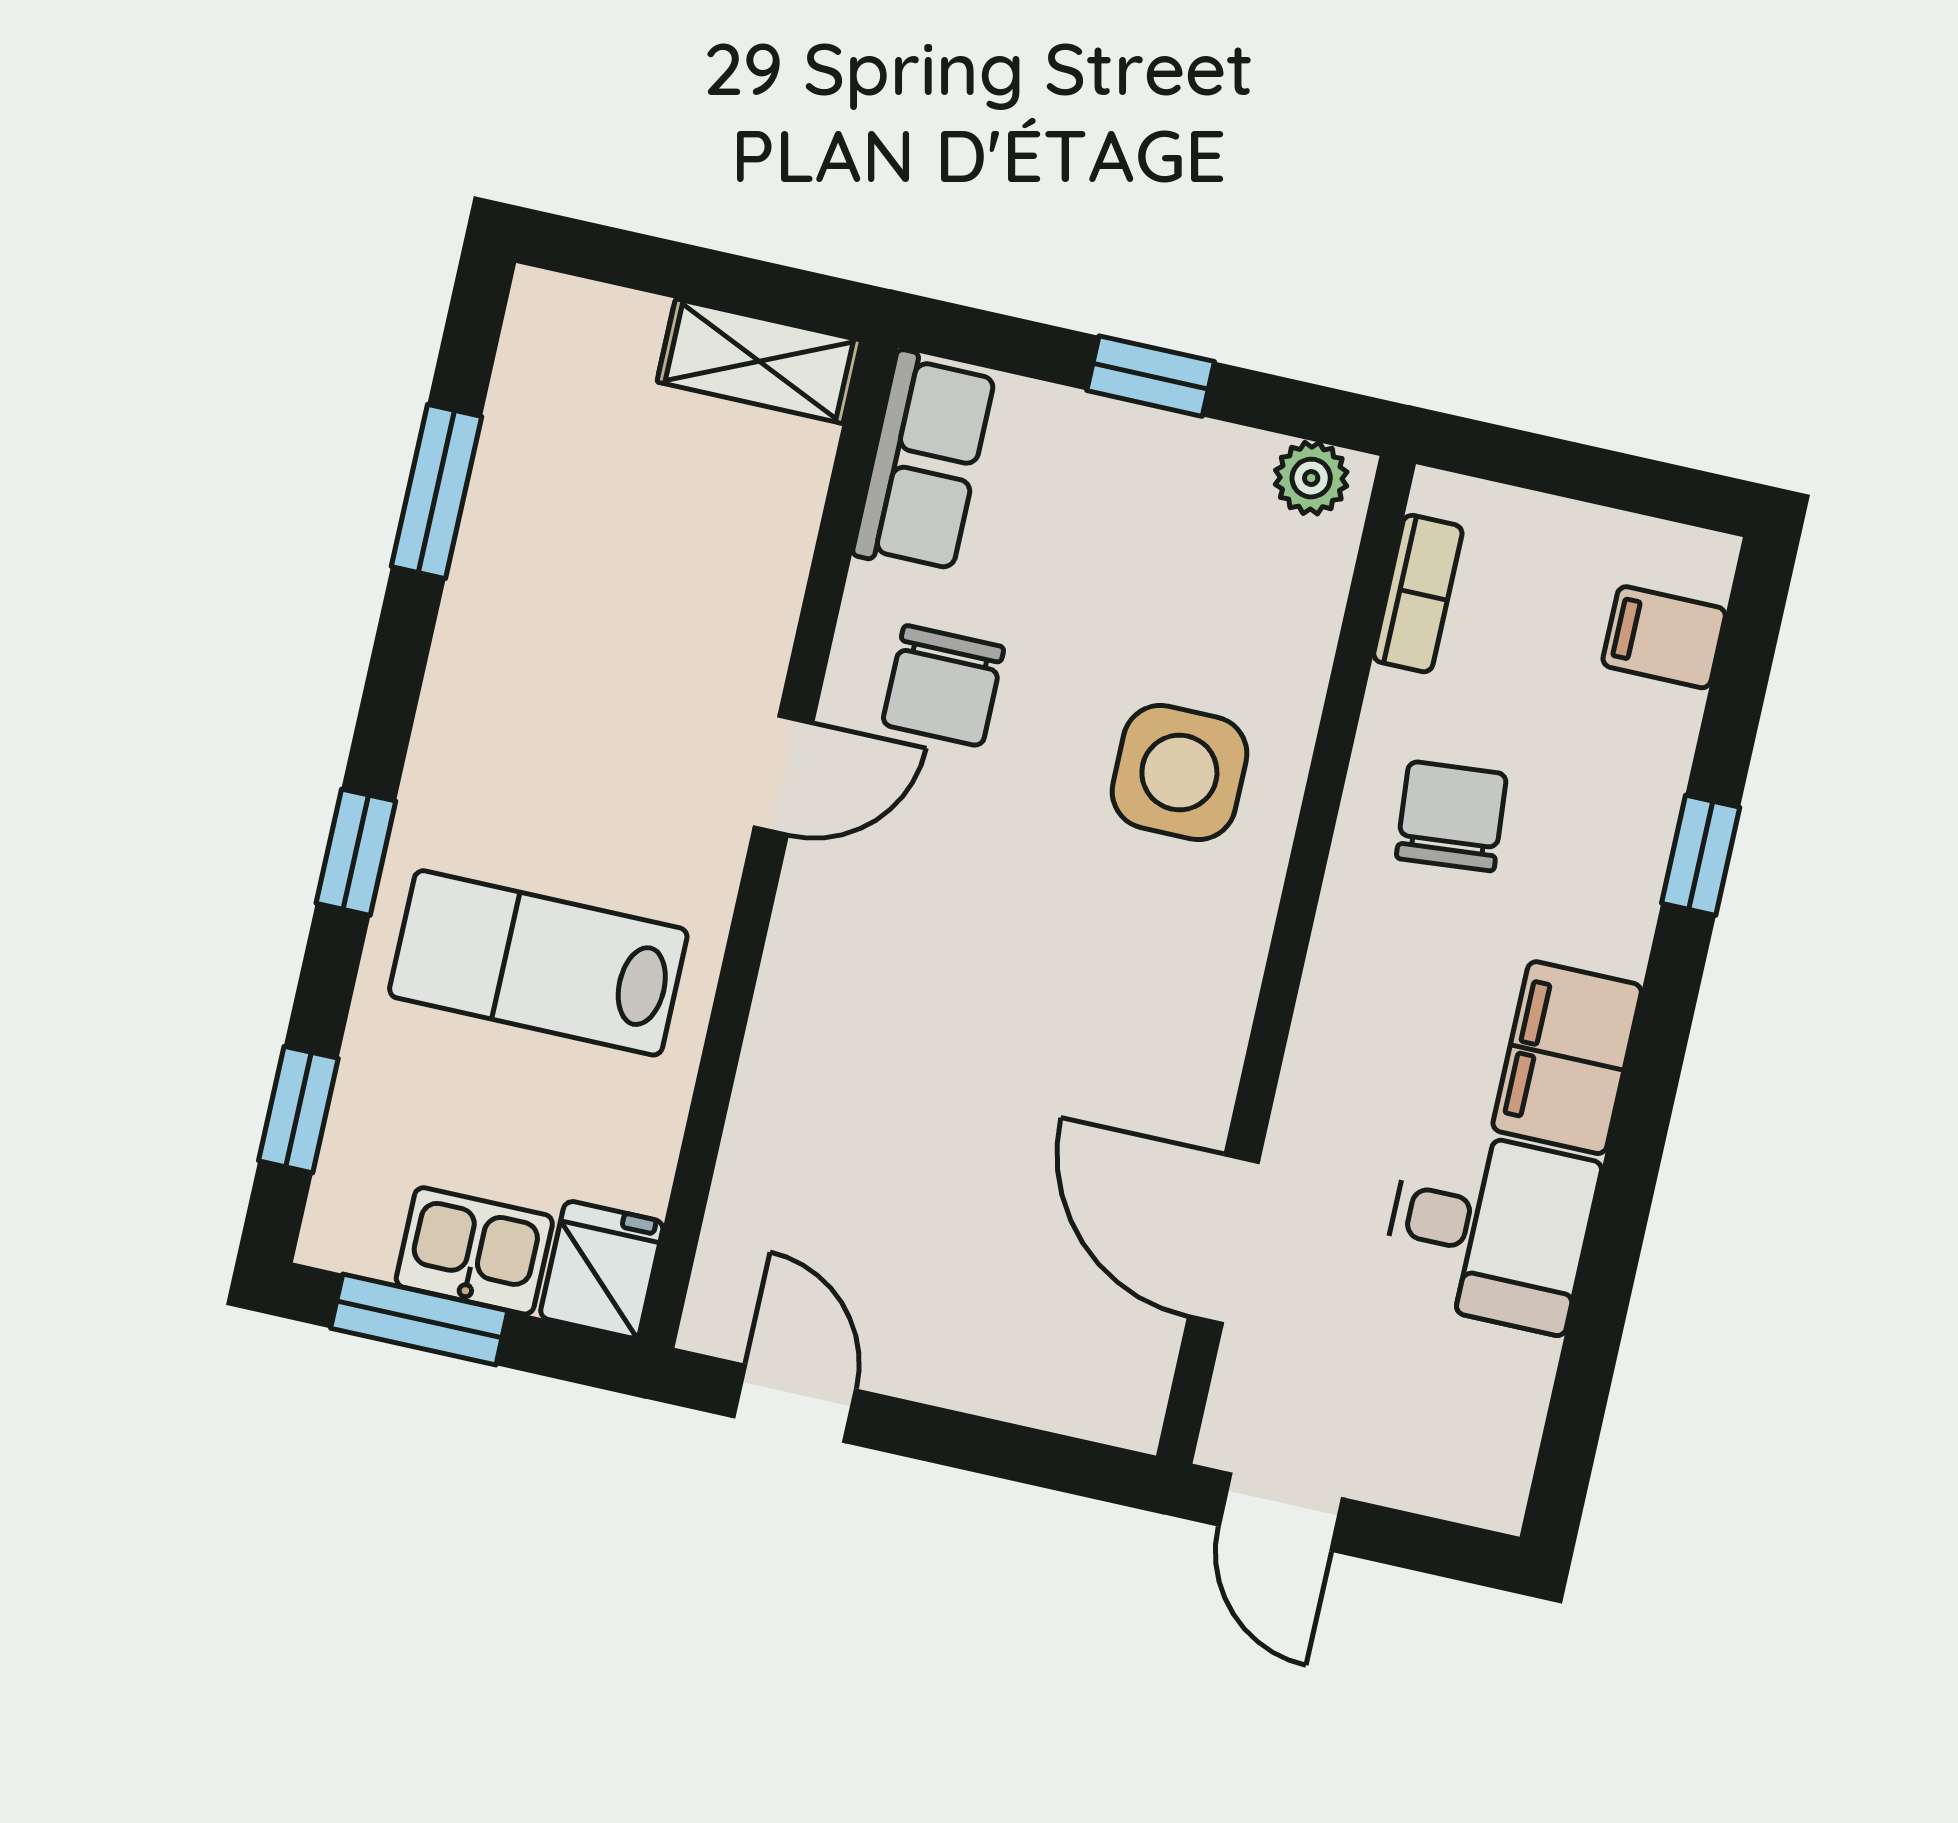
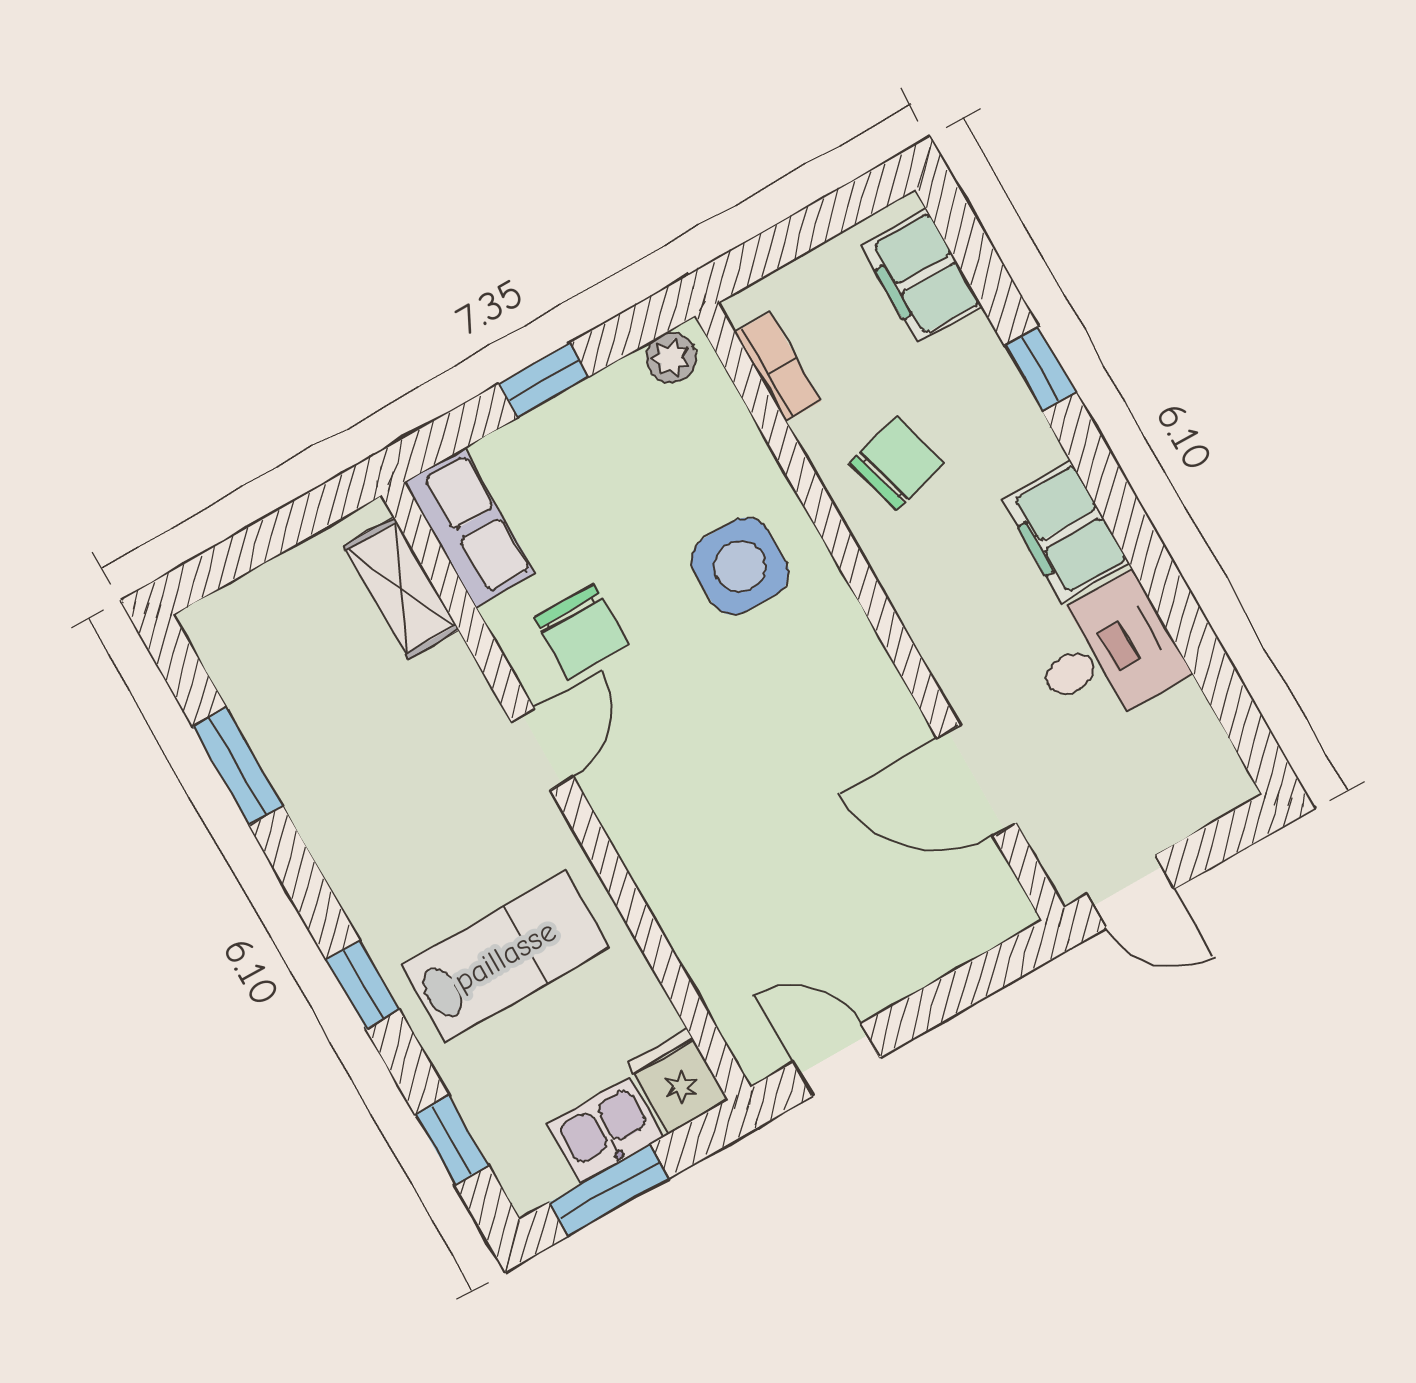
shelving: (759, 361) -> (401, 588), moved, turned 90
filing cabinet: (1664, 637) -> (922, 276), width x2.00
chair: (1451, 816) -> (897, 463), turned 80
lab bench: (538, 963) -> (505, 956), turned 180

